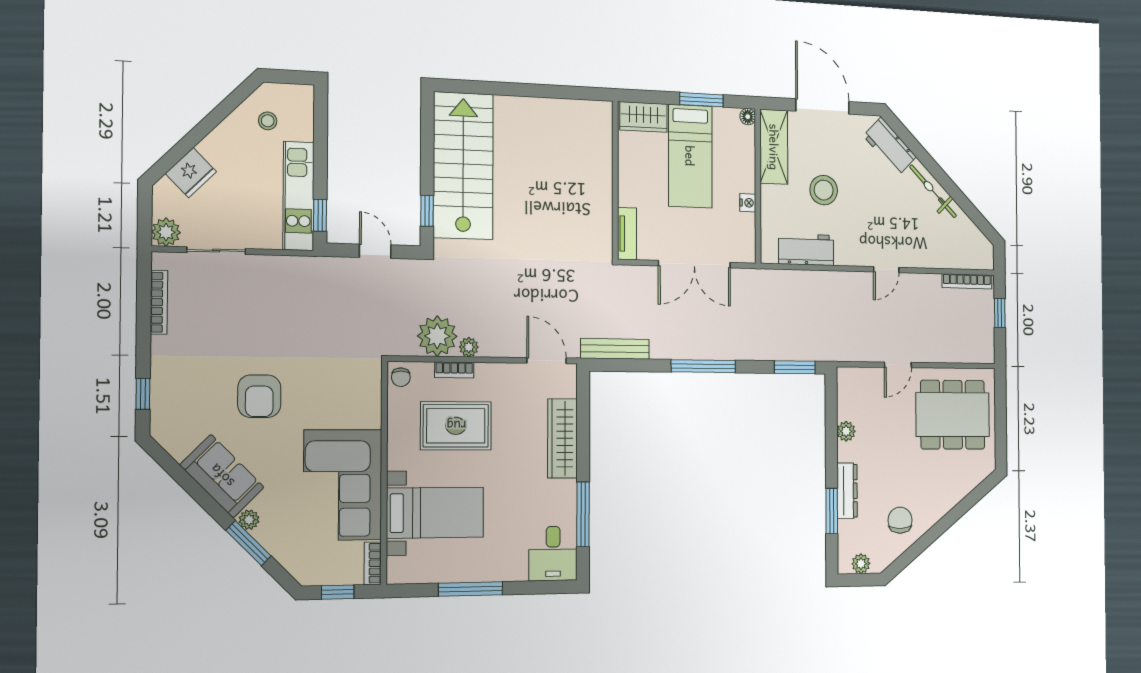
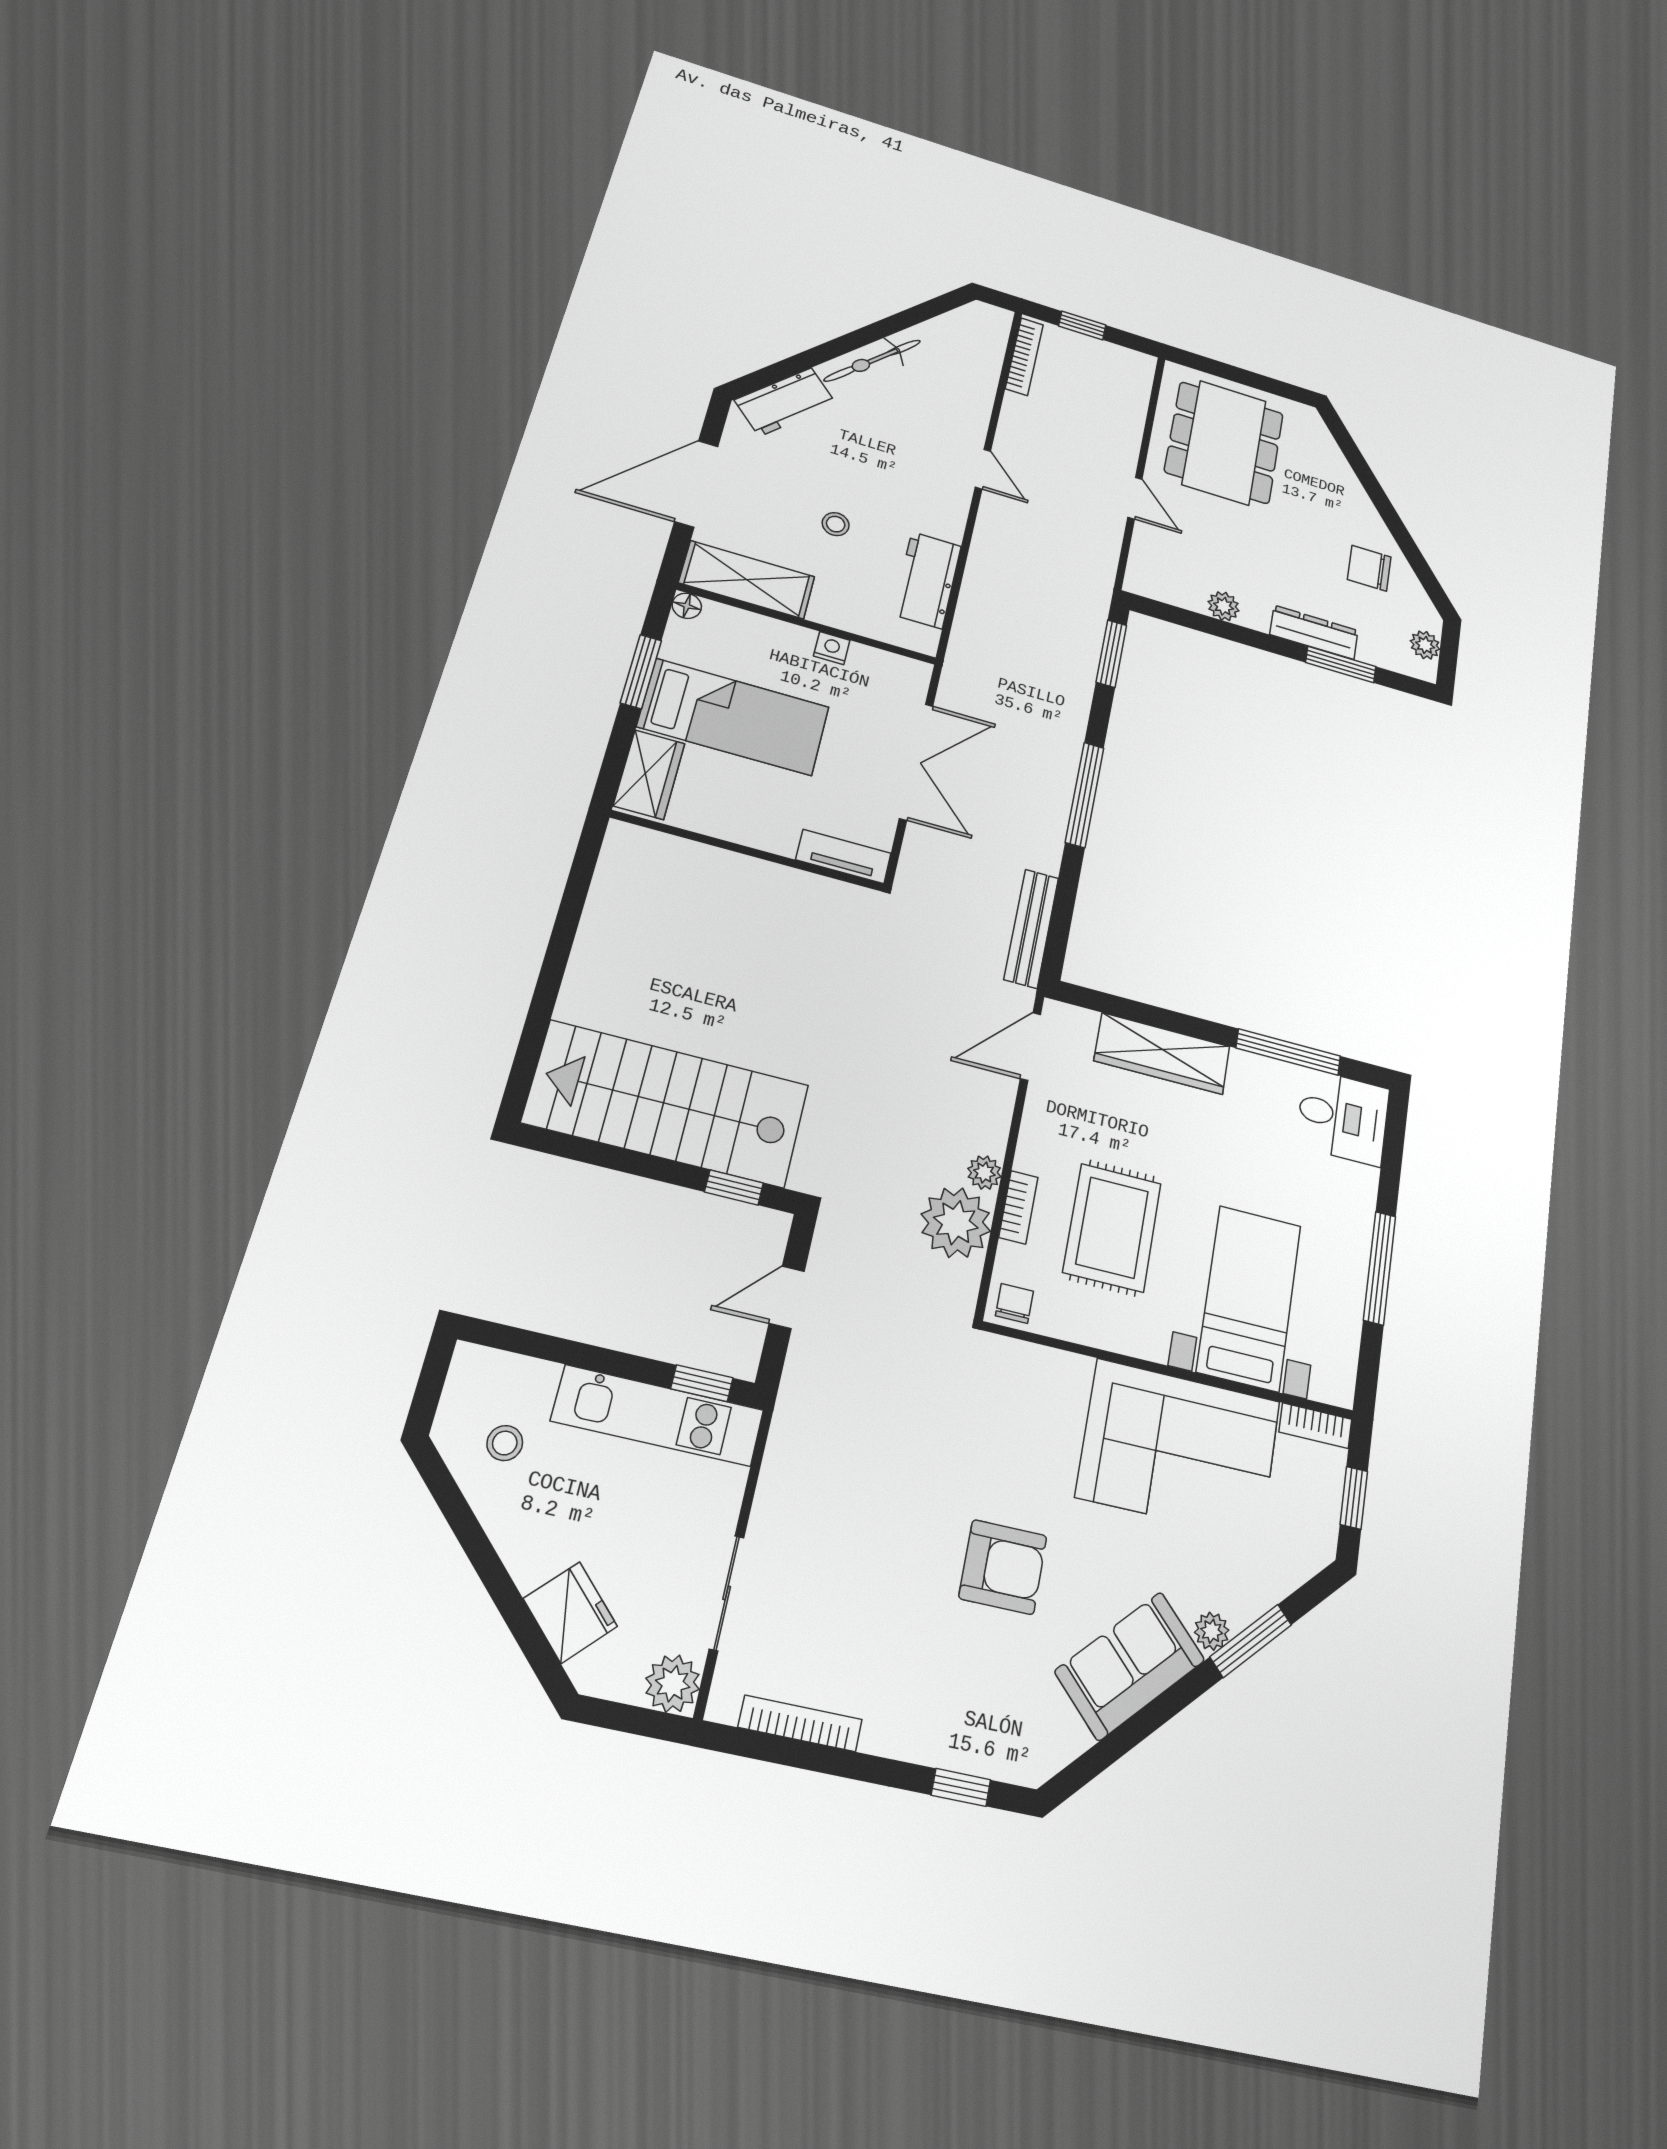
stool: (824, 190) -> (836, 524), width x0.53, depth x0.53
chair: (401, 377) -> (1014, 1303), turned -90

